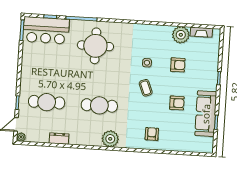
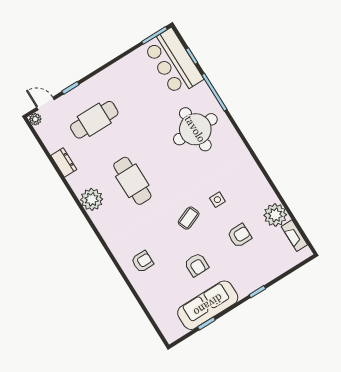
armchair: (178, 65) -> (239, 236), turned -90
cafe table: (47, 102) -> (94, 120), turned 90
plant: (110, 139) -> (92, 199), moved

